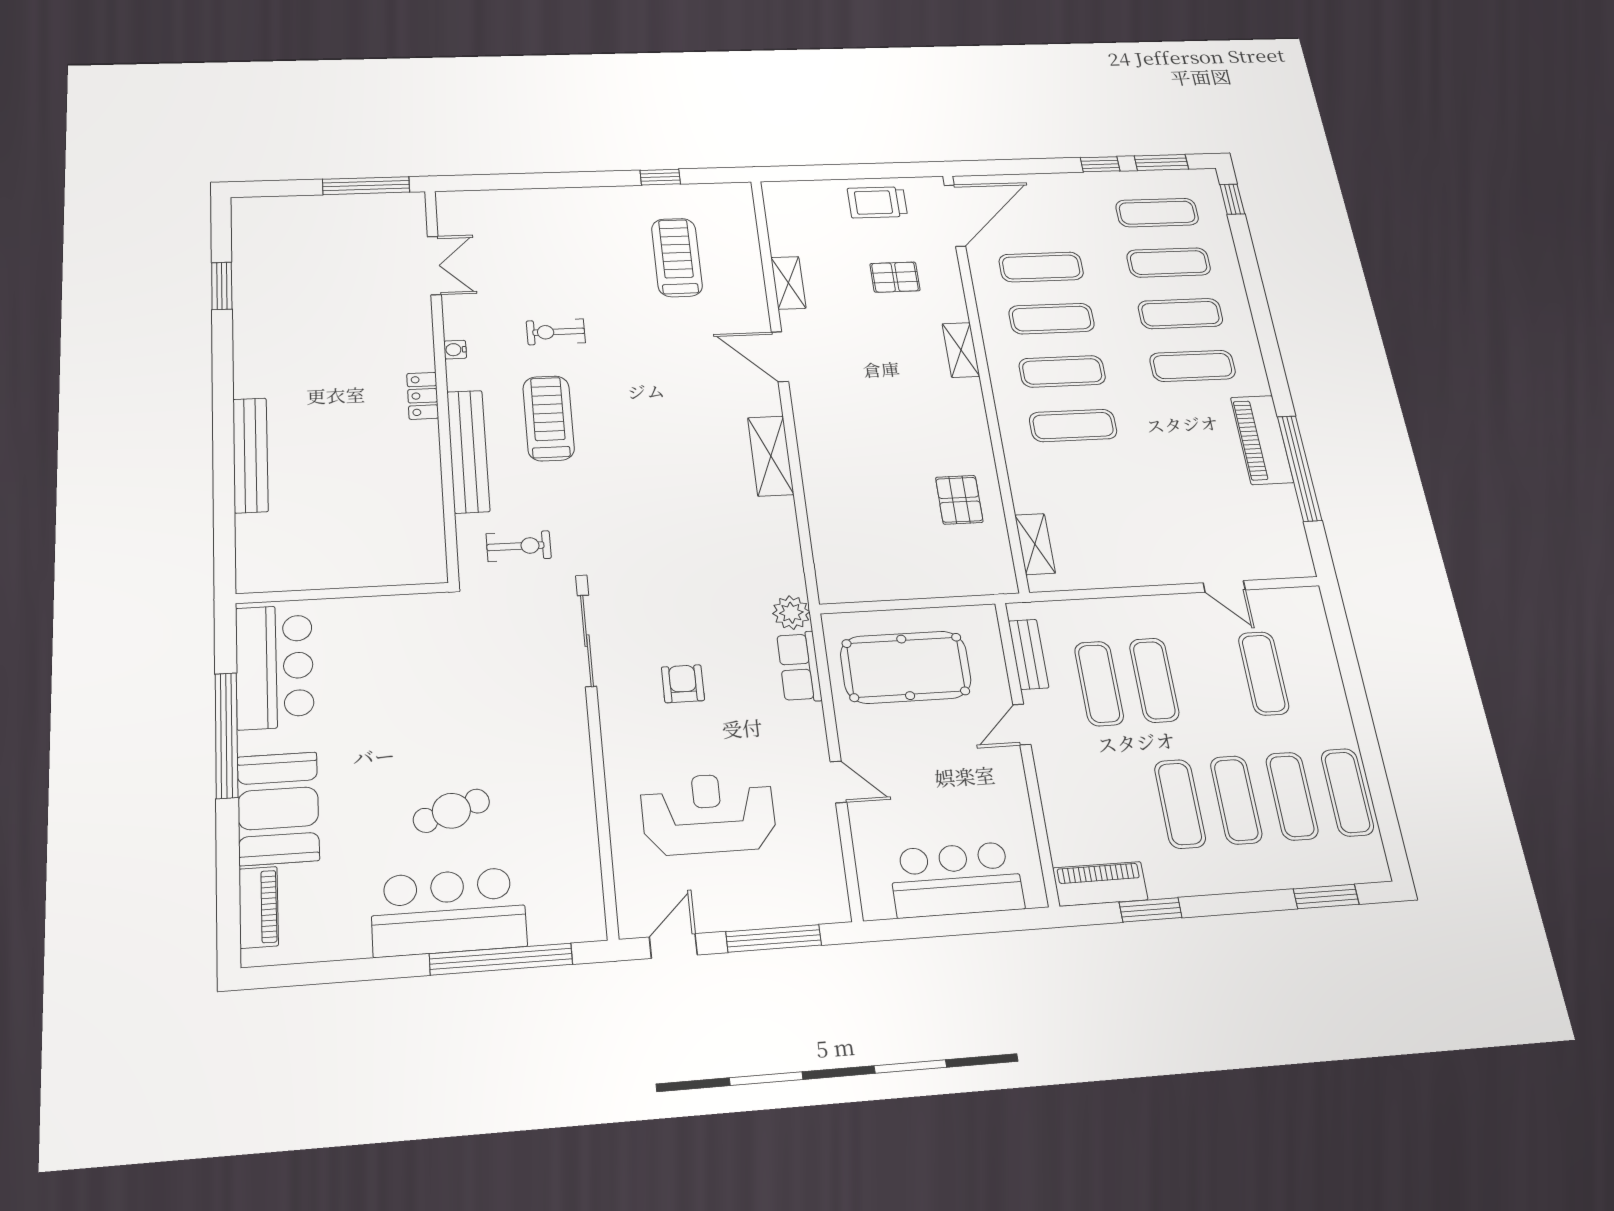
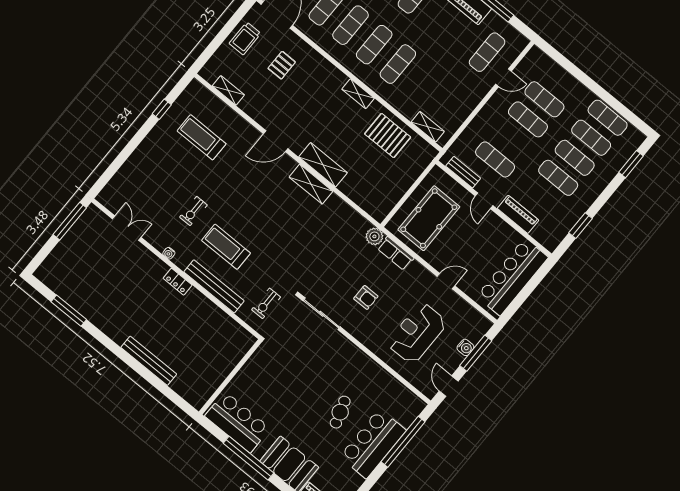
shelving: (788, 283) -> (228, 90), moved
window: (222, 286) -> (69, 311), width x1.44
shelving: (961, 350) -> (358, 94), moved
shelving: (817, 448) -> (323, 165), added
pallet: (959, 500) -> (388, 136), width x1.50, depth x1.42
exercise mat: (1231, 531) -> (487, 52), added
exercise bike: (519, 546) -> (266, 303), turned 180
exercise mat: (1154, 680) -> (528, 119), moved
armchair: (683, 684) -> (366, 297), turned 180
bar counter: (956, 879) -> (512, 277), width x1.36
piano: (1100, 884) -> (518, 214), moved, turned 90
water cooler: (765, 913) -> (465, 347), added

